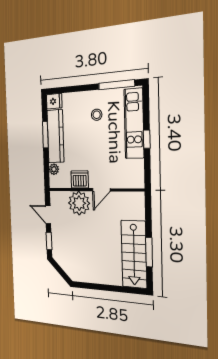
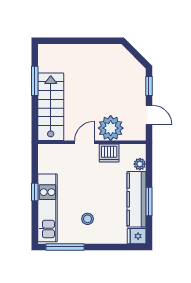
stairs: (134, 254) -> (51, 107), moved

